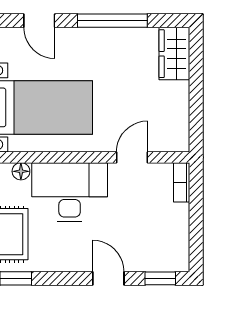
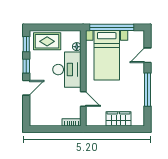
wardrobe: (174, 54) -> (119, 119), moved
window: (160, 278) -> (26, 66), moved

